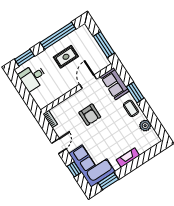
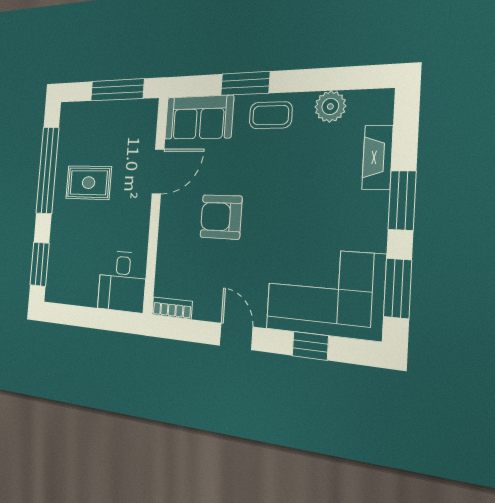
rug: (66, 57) -> (89, 183), turned 90
desk: (33, 77) -> (122, 281), moved
door: (88, 82) -> (158, 171), swing flipped
armchair: (90, 115) -> (221, 217), turned 180
fireplace: (128, 158) -> (377, 157), moved
window: (132, 165) -> (402, 200), added

